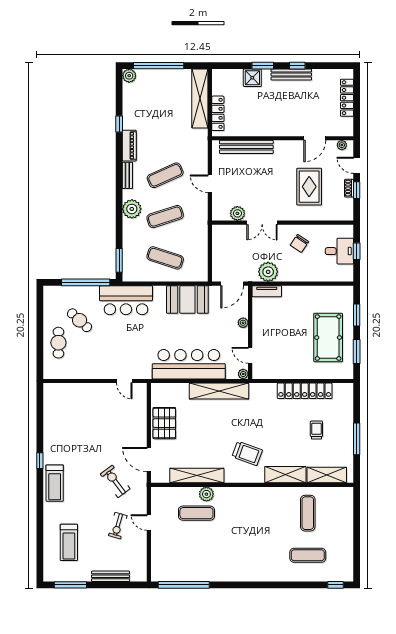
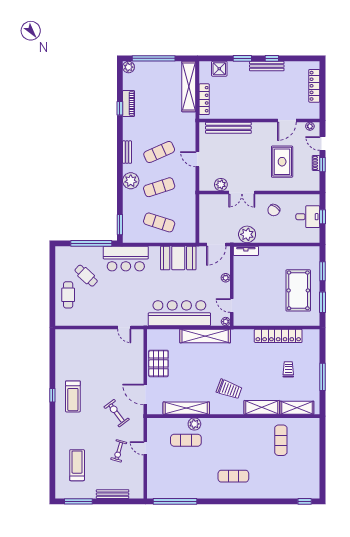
shower: (252, 78) -> (219, 69), moved
piano: (129, 146) -> (129, 103), moved
treadmill: (55, 483) -> (73, 396), moved
treadmill: (69, 542) -> (77, 465), turned 180
exercise mat: (308, 555) -> (233, 476), moved

